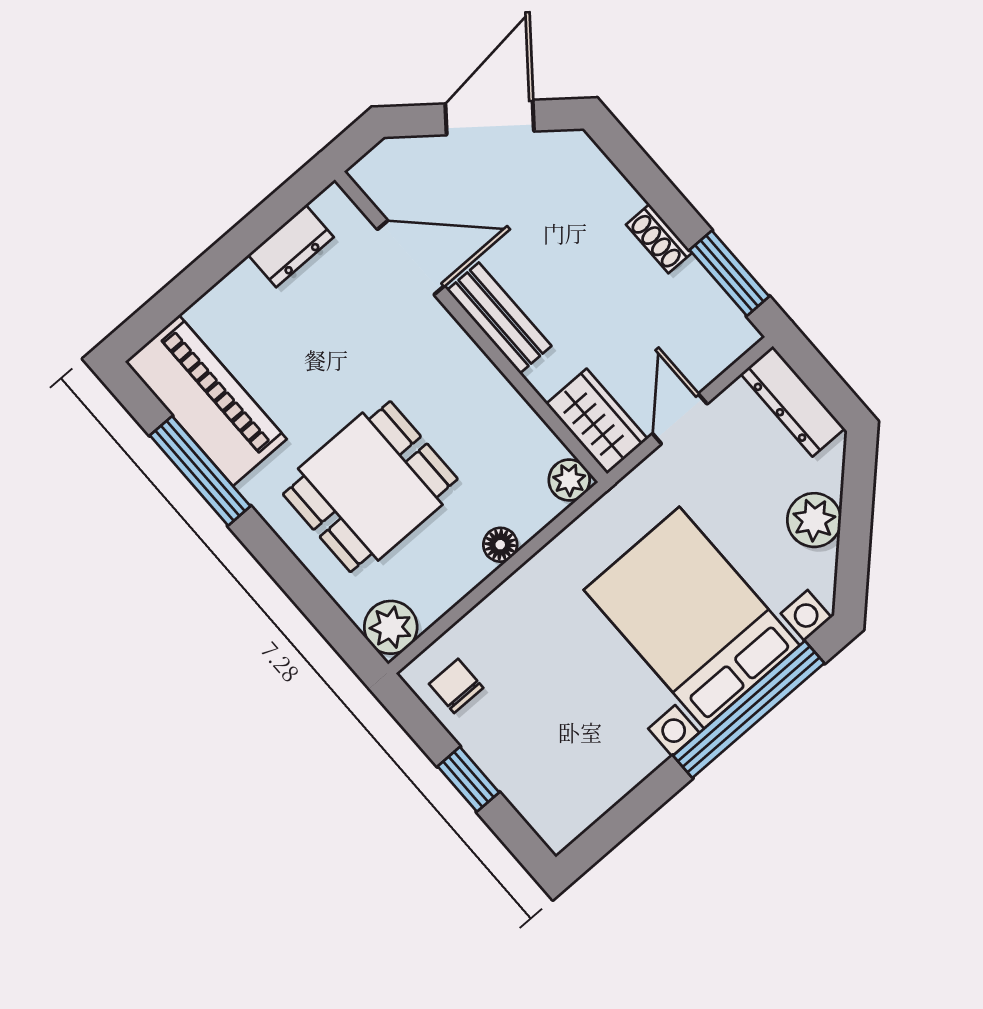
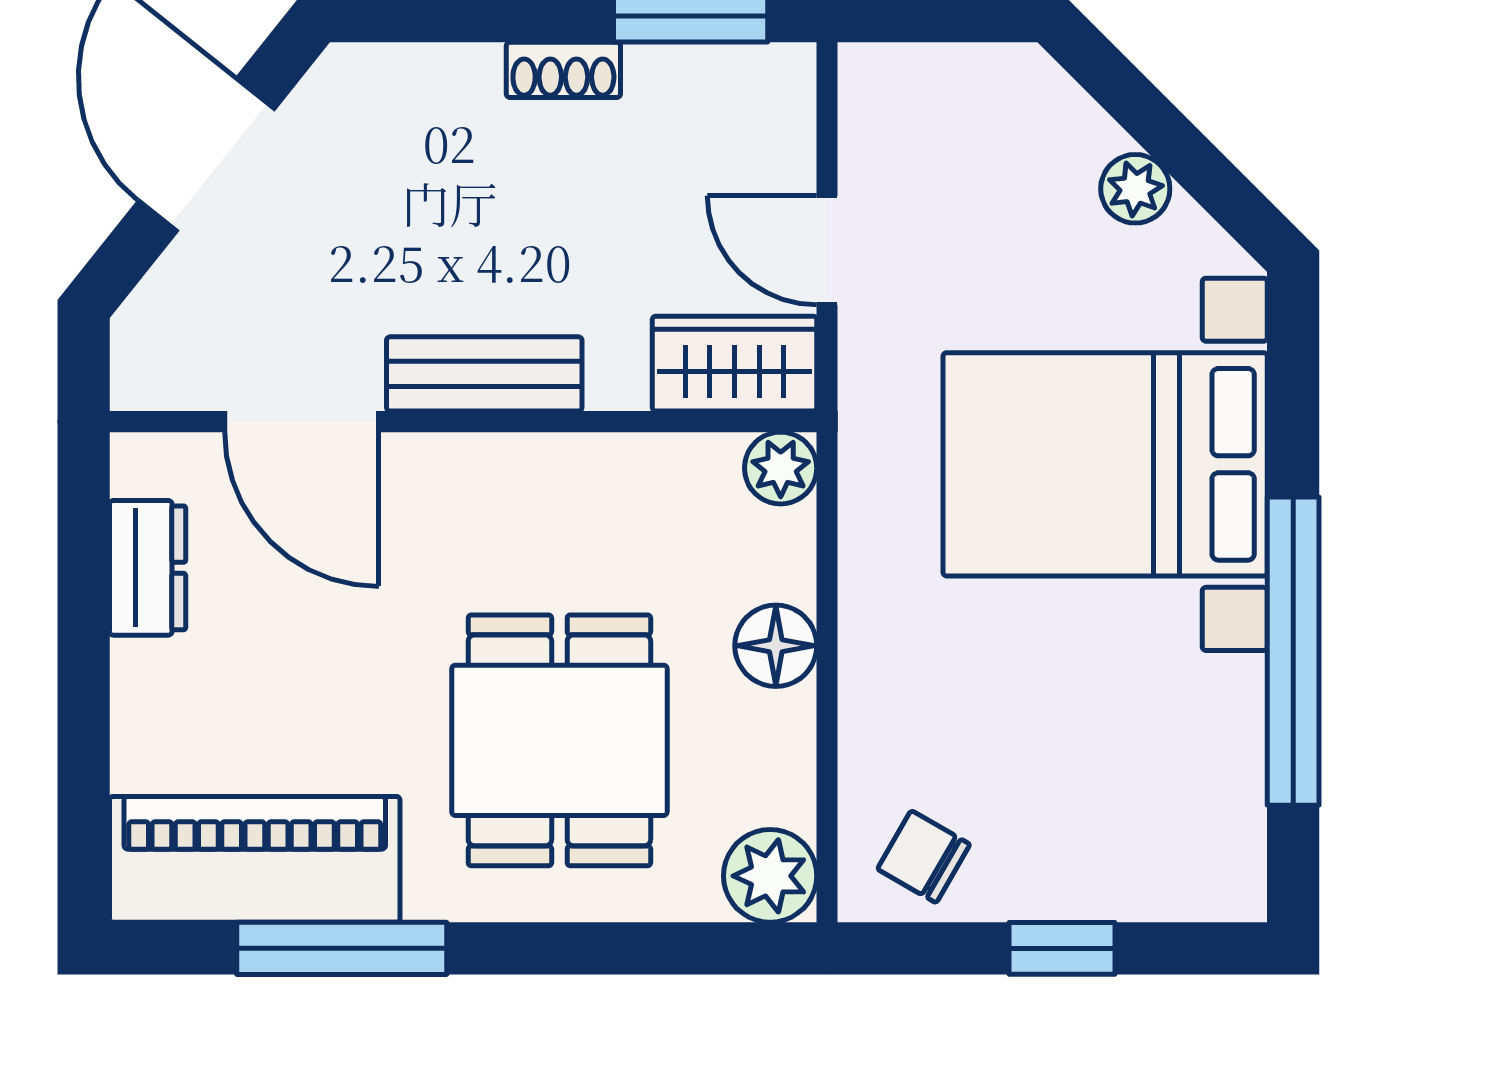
door: (411, 258) -> (302, 422), swing flipped
dresser: (793, 401) -> (934, 80), removed
plant: (814, 520) -> (1135, 189), width x0.73, depth x0.73
floor lamp: (500, 545) -> (776, 646), width x1.37, depth x1.37
chair: (456, 686) -> (924, 857), turned 30
window: (749, 709) -> (1293, 651), moved

